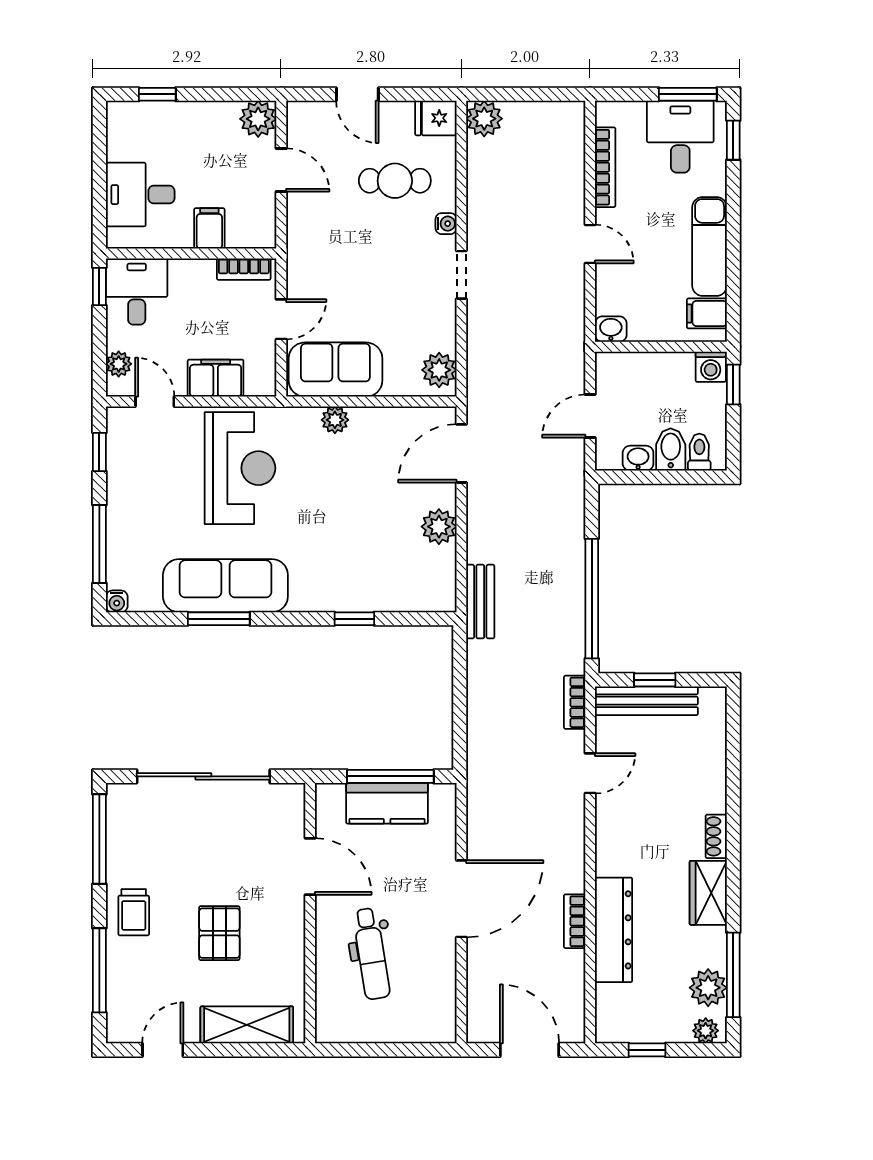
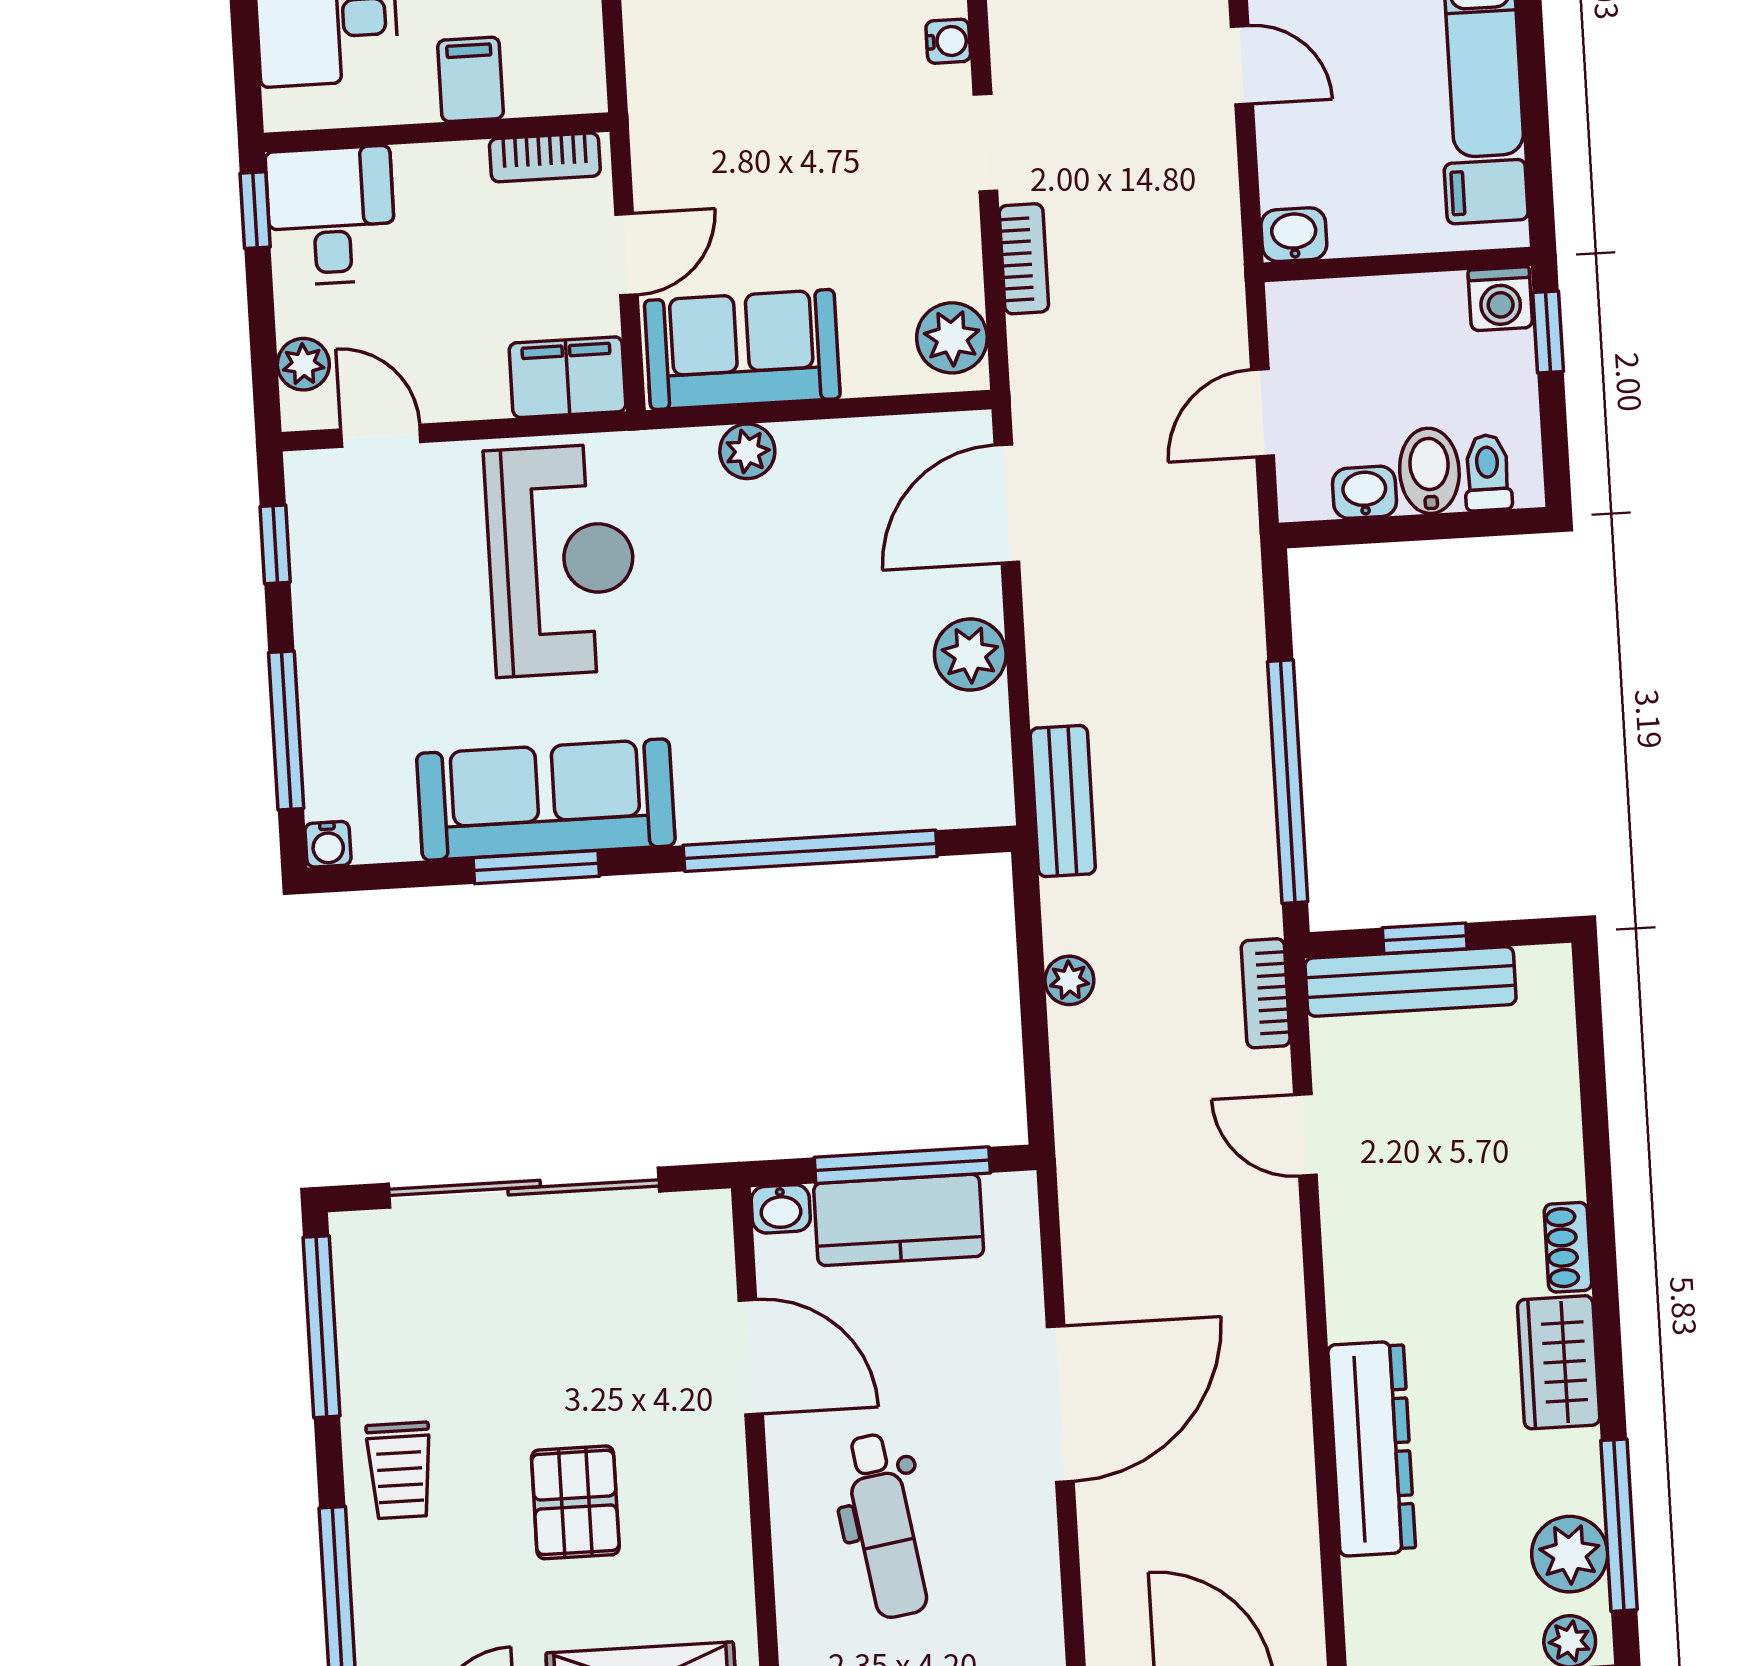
filing cabinet: (216, 378) -> (568, 377), moved
window: (354, 619) -> (810, 851), width x3.17
plant: (478, 690) -> (1069, 980), added
door: (590, 773) -> (1305, 1135), swing flipped
washbasin: (329, 794) -> (781, 1209), added
bookcase: (575, 921) -> (1024, 259), moved, turned 180

